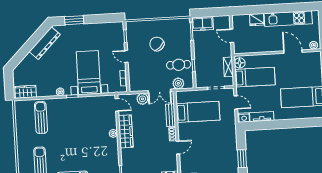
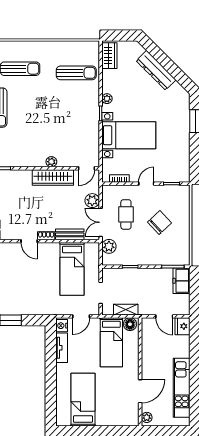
fridge: (257, 20) -> (183, 326), moved
door: (232, 36) -> (164, 316), swing flipped
dresser: (45, 43) -> (156, 70), moved
cafe table: (179, 65) -> (126, 214), moved

